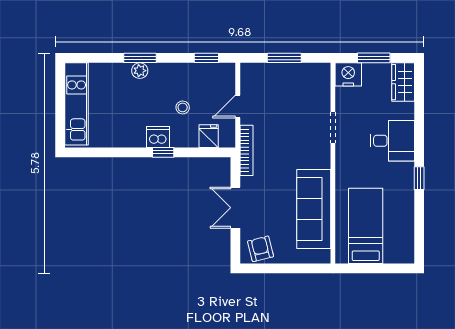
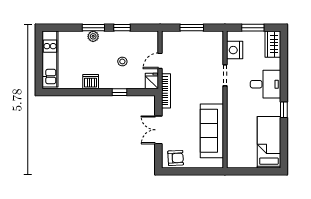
window: (206, 58) -> (122, 28), moved
nightstand: (348, 74) -> (235, 50), moved, turned -90
fridge: (209, 136) -> (152, 81), moved
dishwasher: (158, 137) -> (91, 82), moved
window: (163, 152) -> (119, 92), moved
bed: (366, 226) -> (269, 142), moved
armchair: (261, 249) -> (176, 158), turned 101

